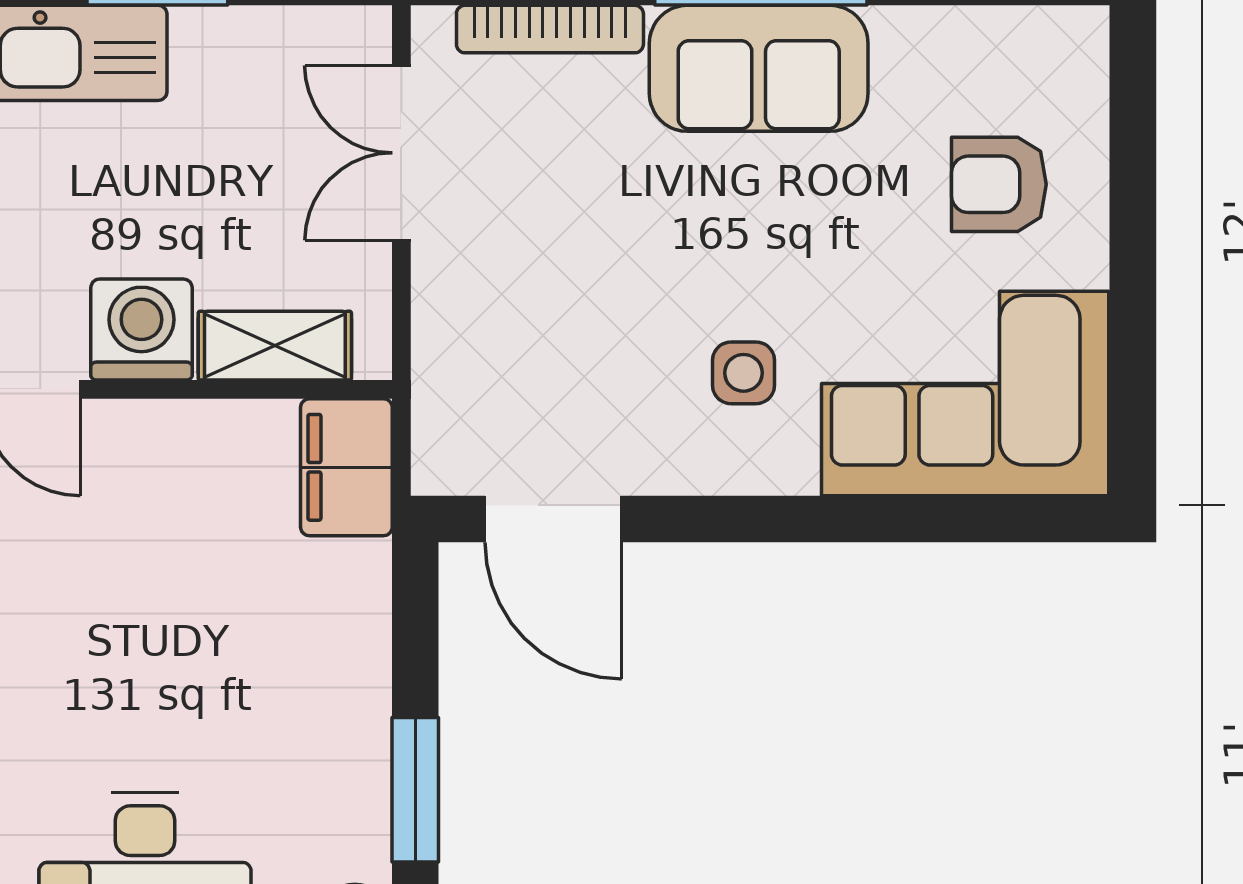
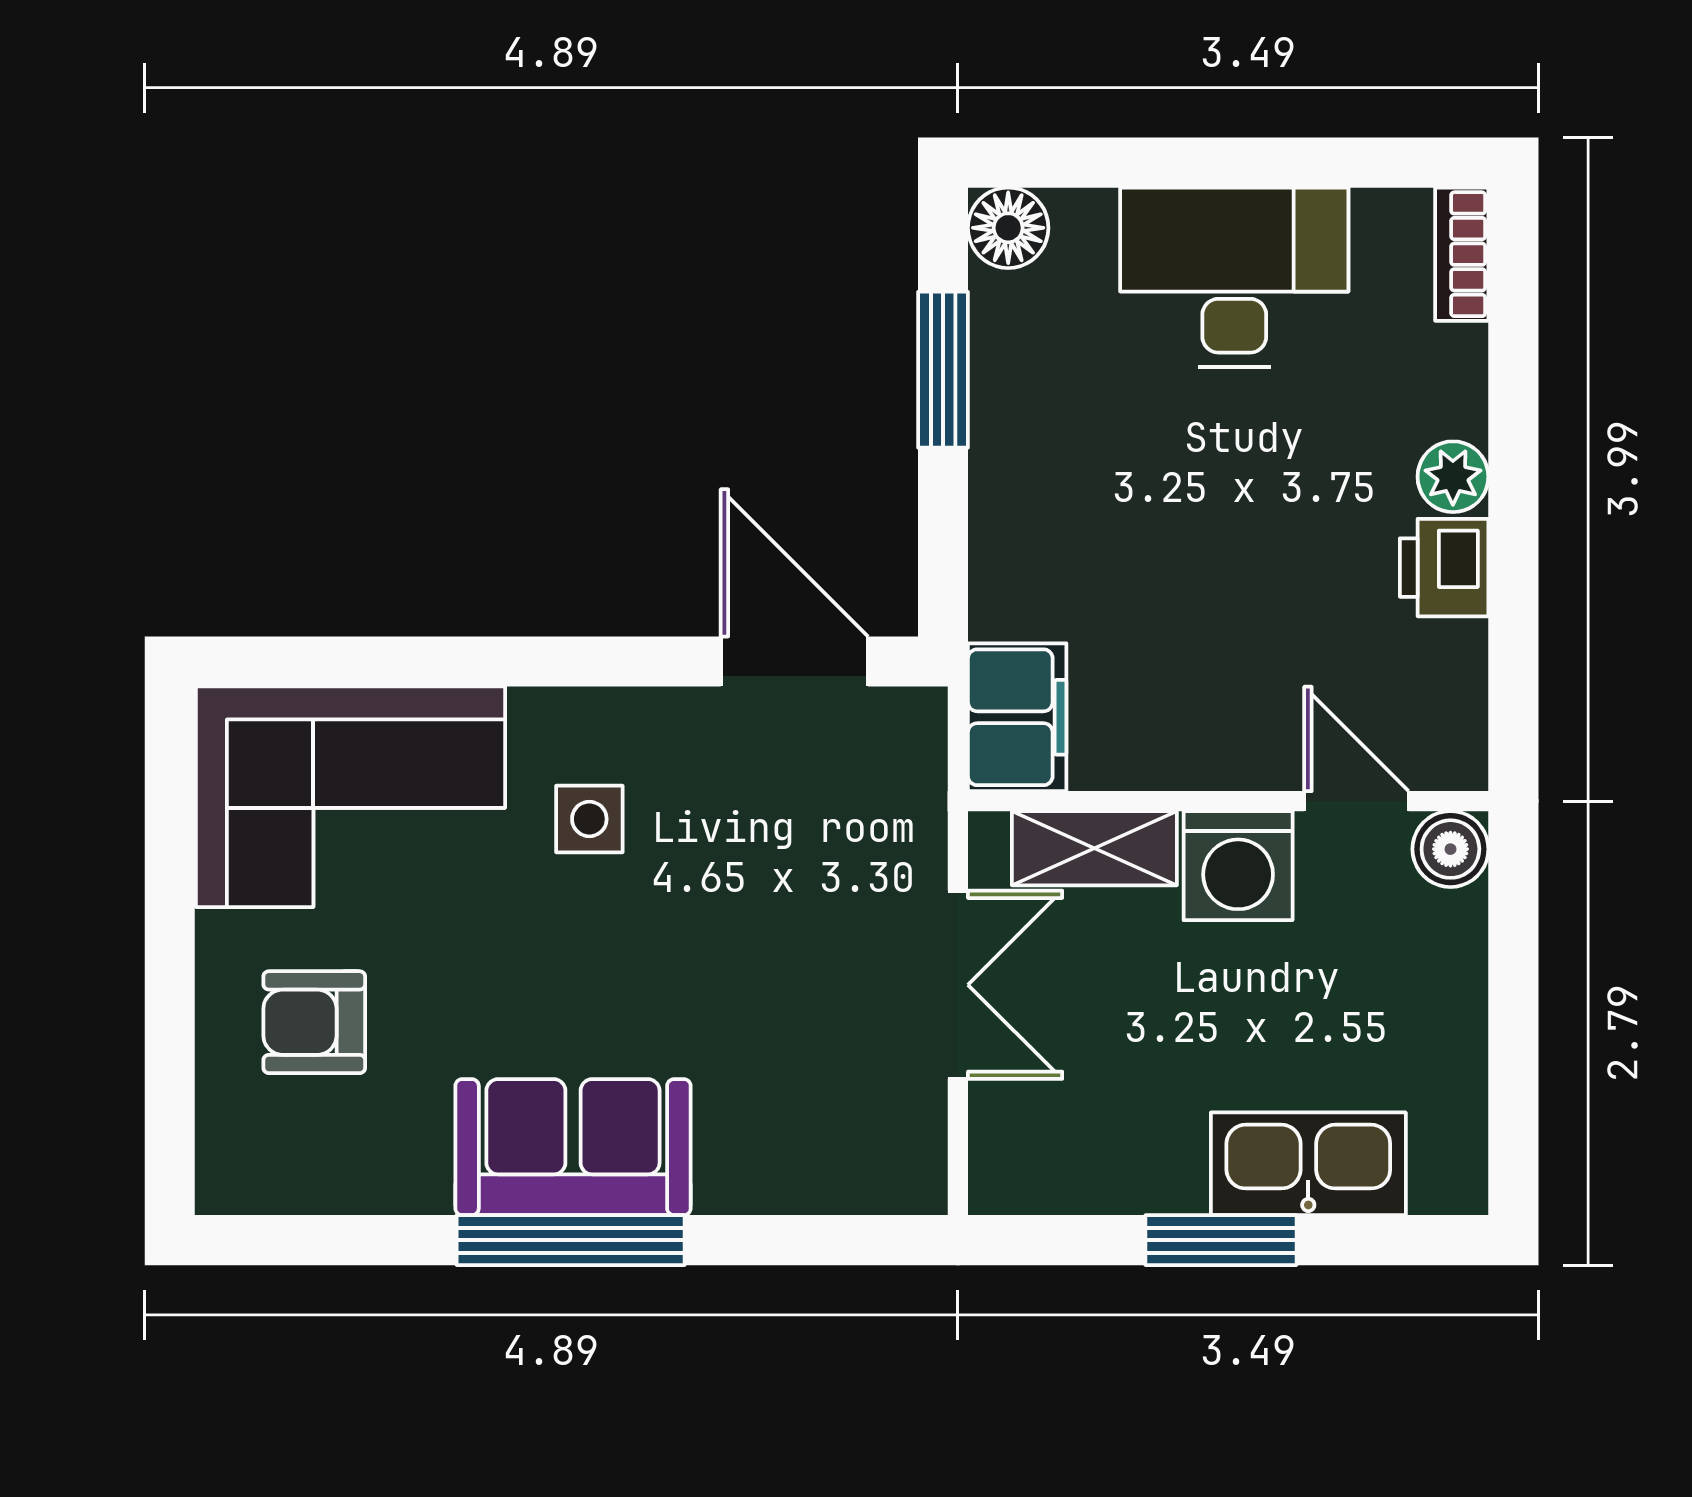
bookcase: (550, 29) -> (798, 1189), removed
double door: (401, 153) -> (958, 985), moved
armchair: (999, 184) -> (314, 1022), turned 180

